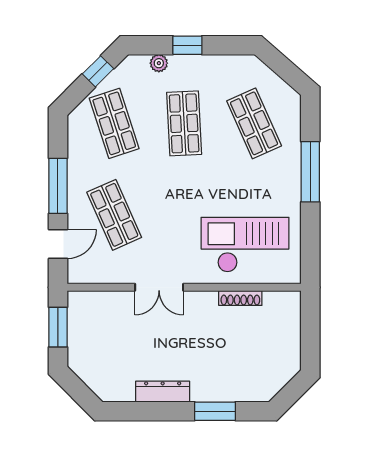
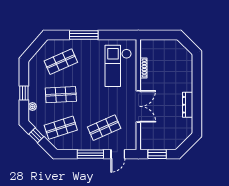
door: (58, 244) -> (118, 154), swing flipped
double door: (159, 287) -> (138, 106), width x1.37
window: (215, 411) -> (197, 80), removed

